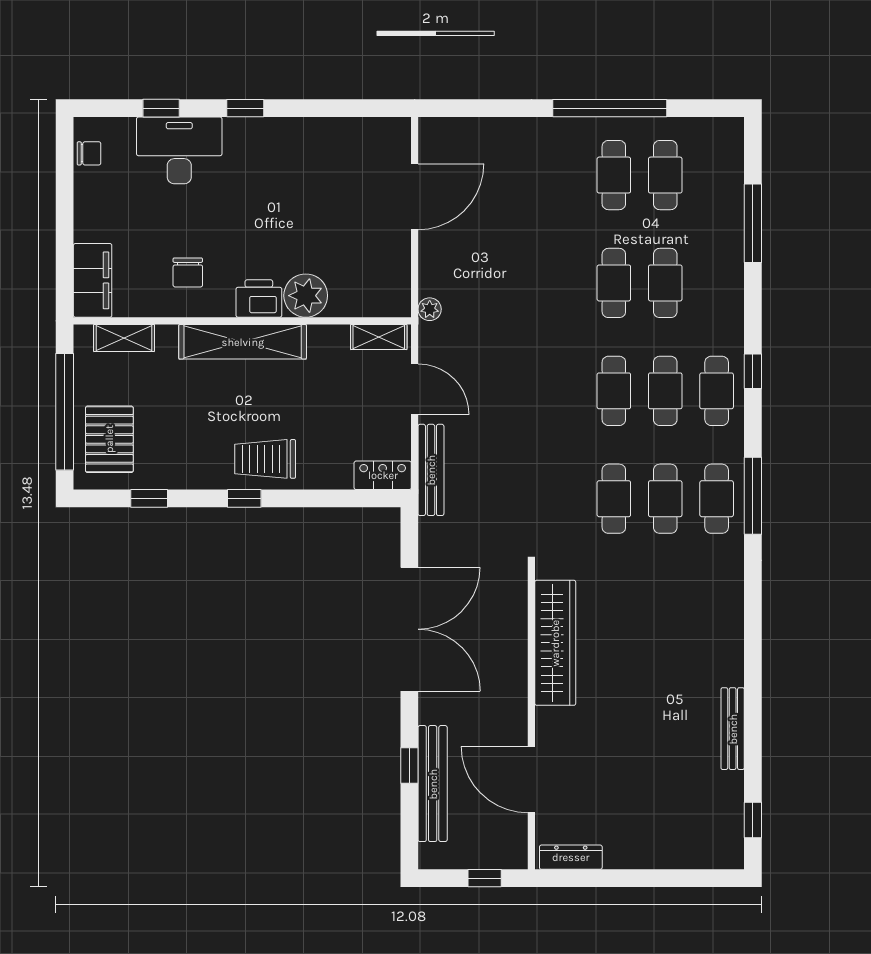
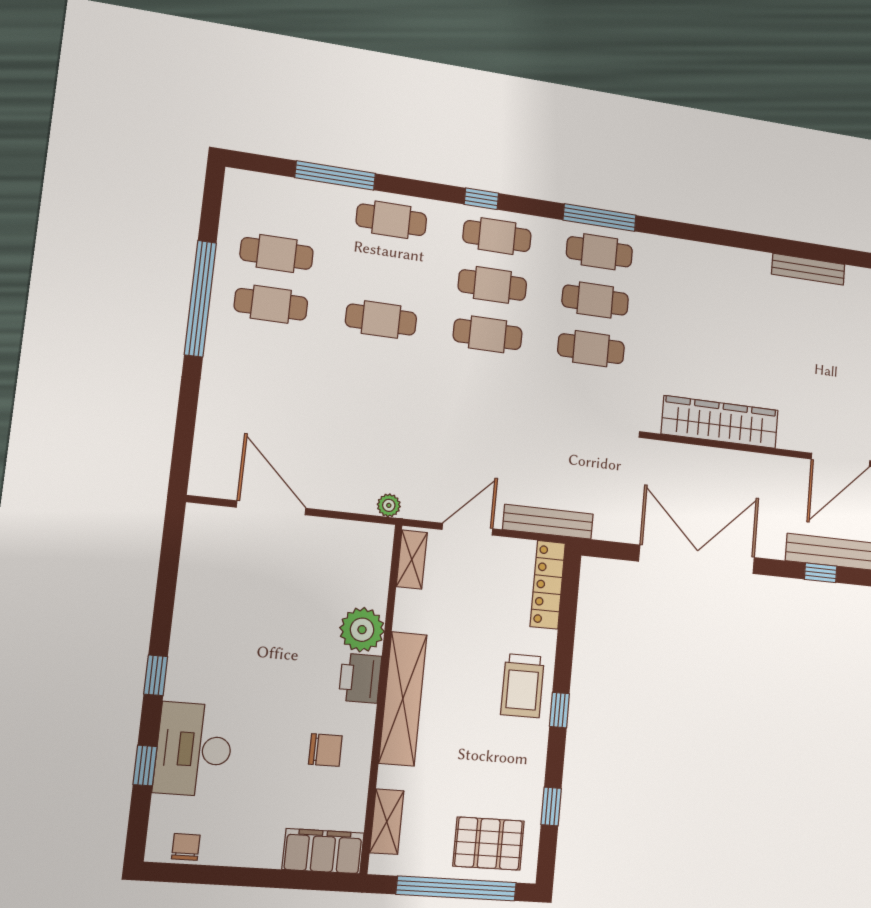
cafe table: (665, 283) -> (391, 220), moved
locker: (383, 475) -> (548, 585), width x1.53

